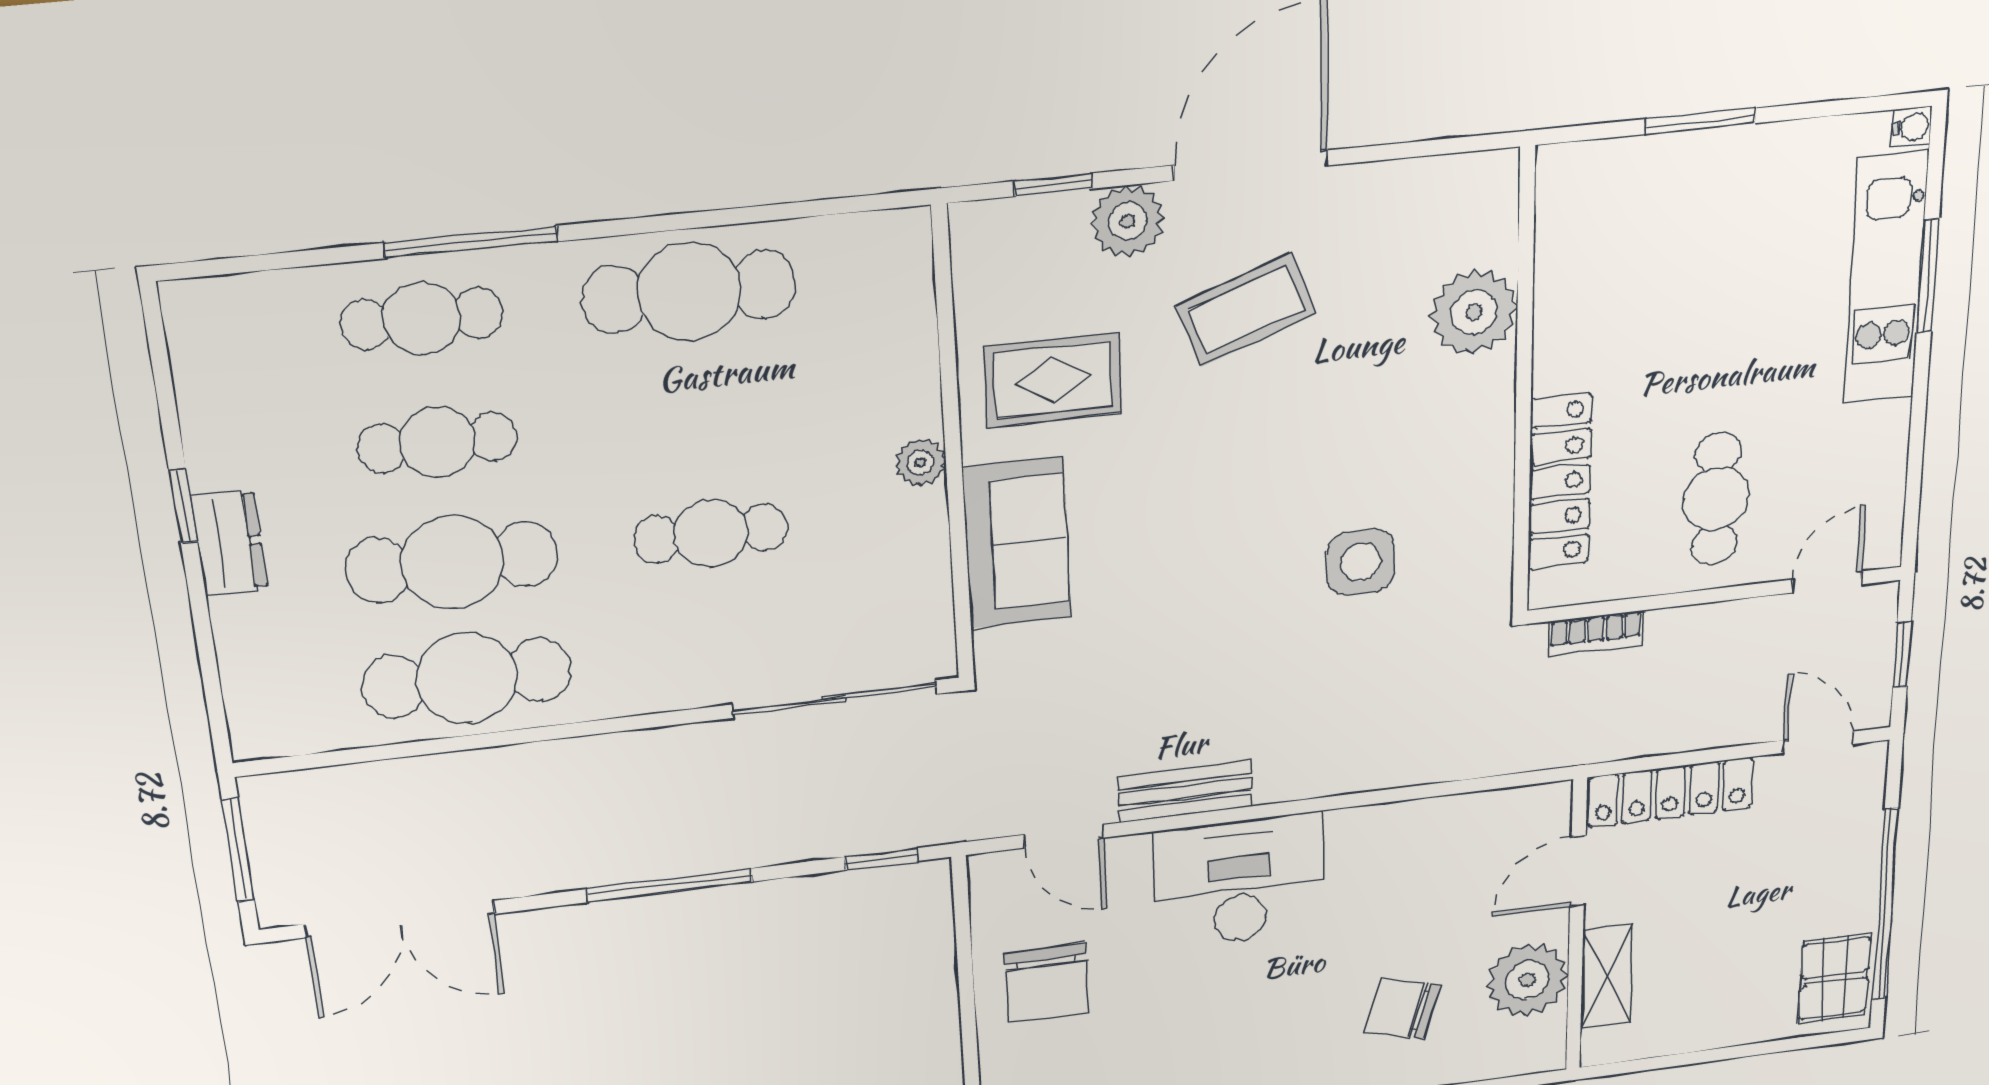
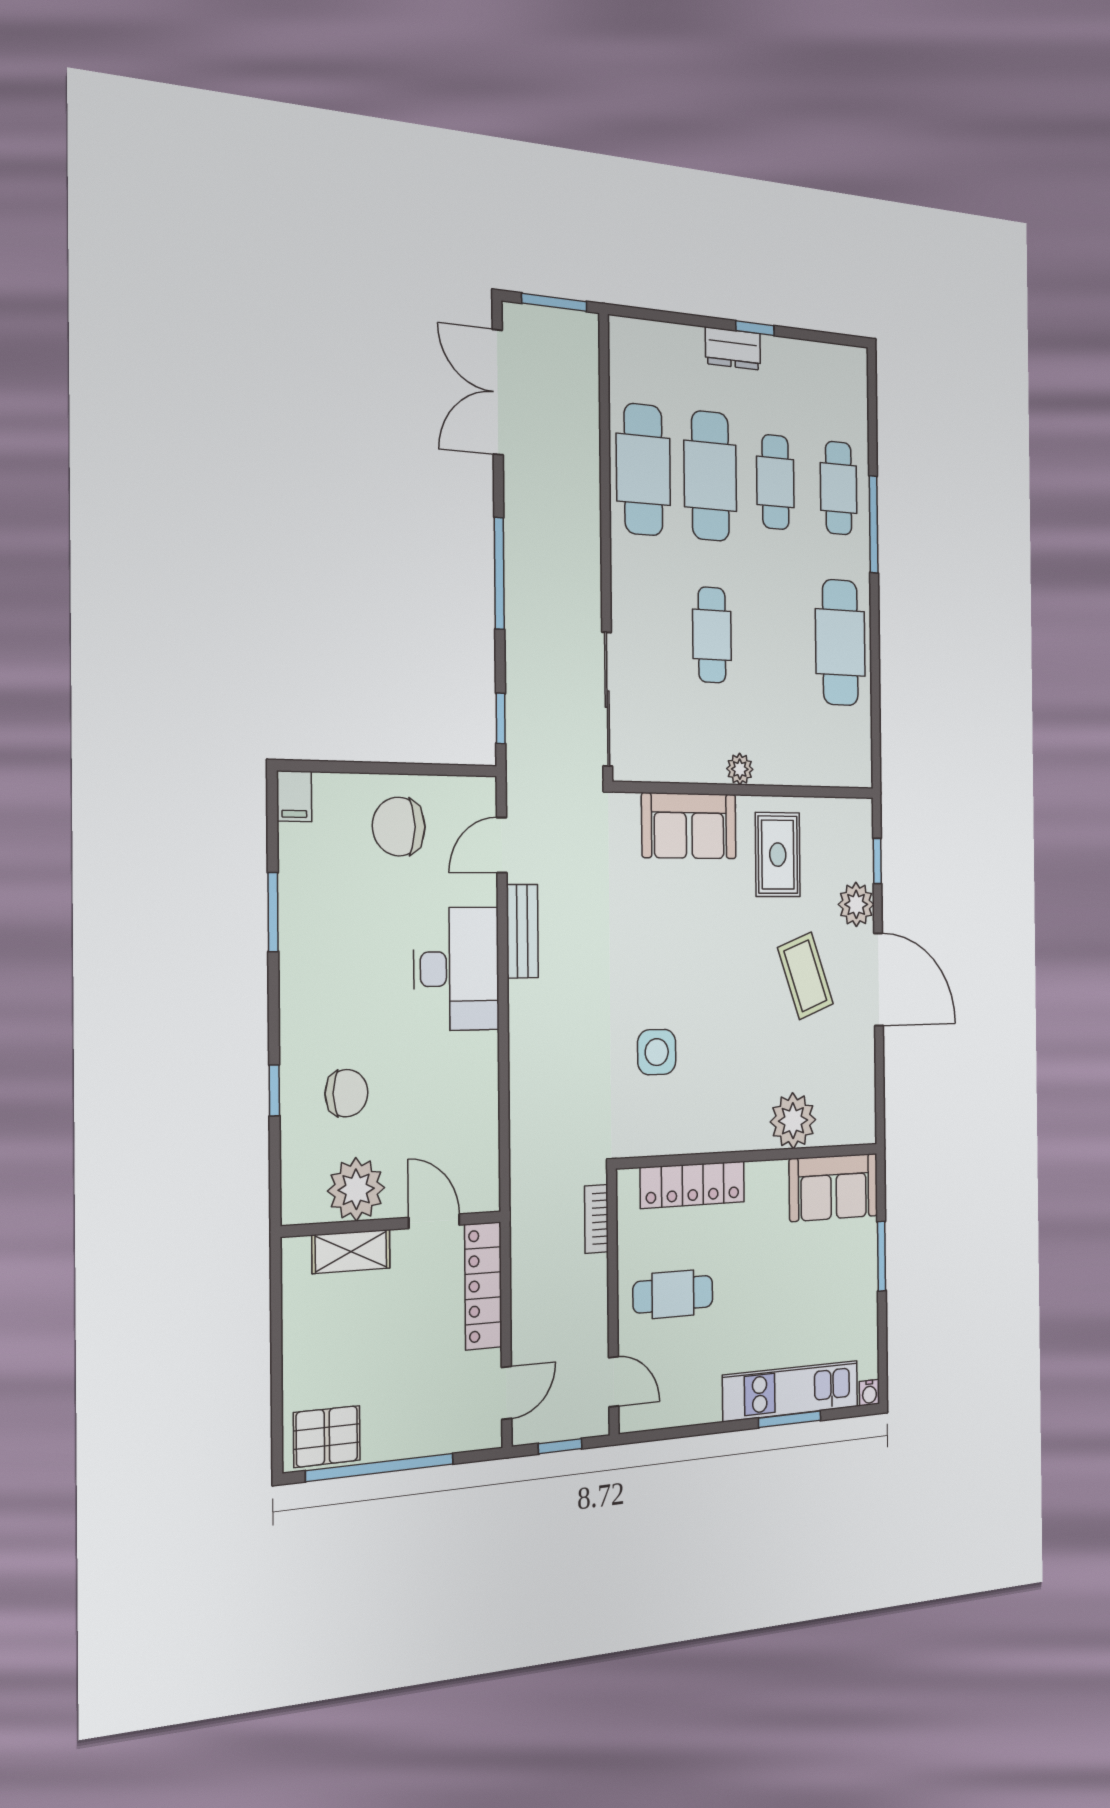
sofa: (1583, 225) -> (834, 1187), added
chair: (1403, 1008) -> (346, 1093), turned 73

